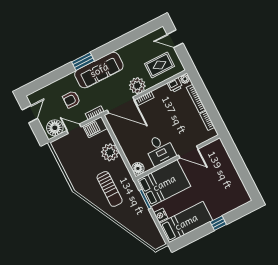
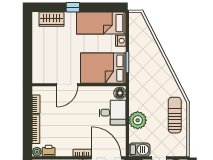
desk: (160, 150) -> (113, 113), moved, turned 90
door: (188, 152) -> (67, 85), swing flipped
sun lounger: (110, 189) -> (175, 115), moved
wardrobe: (232, 203) -> (51, 19), added

